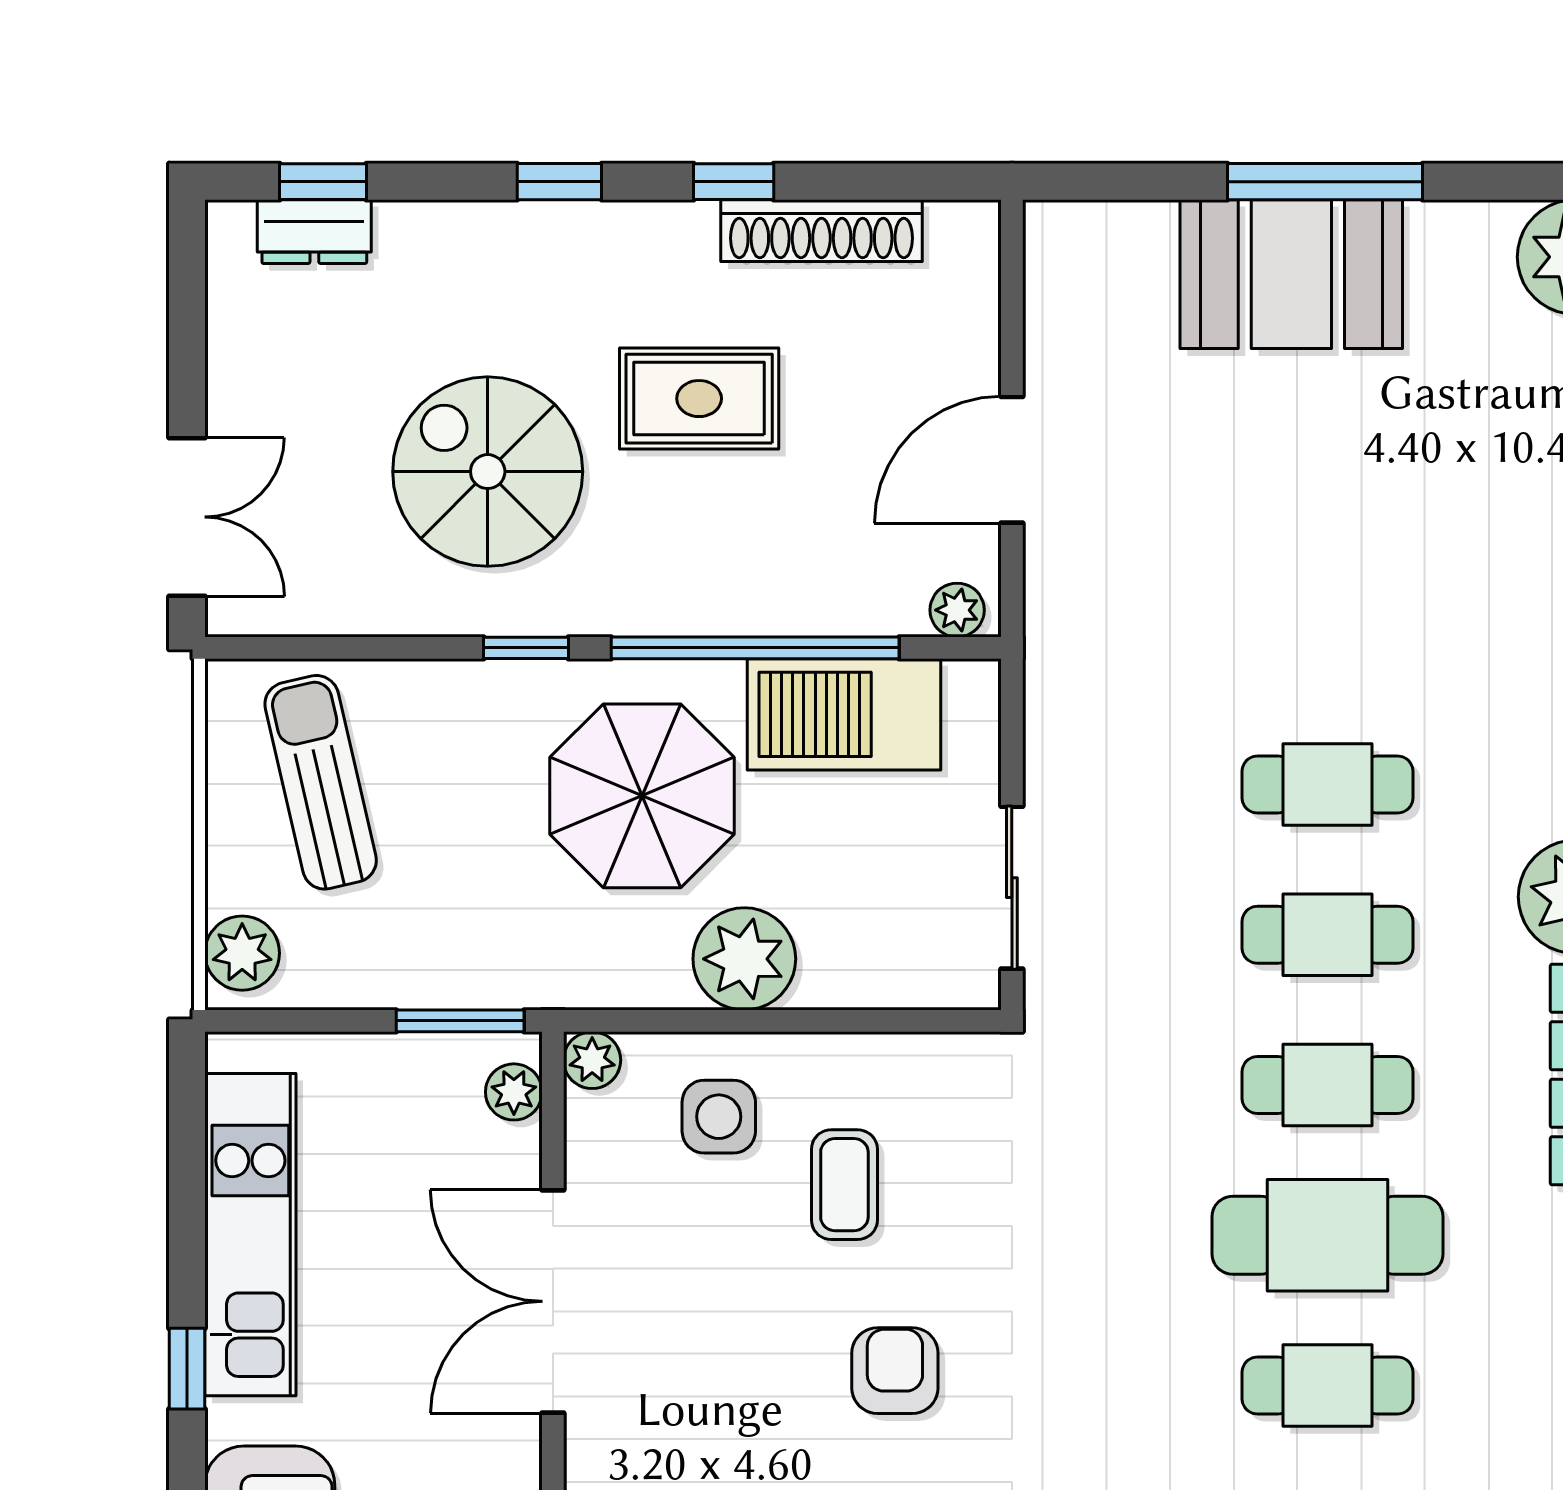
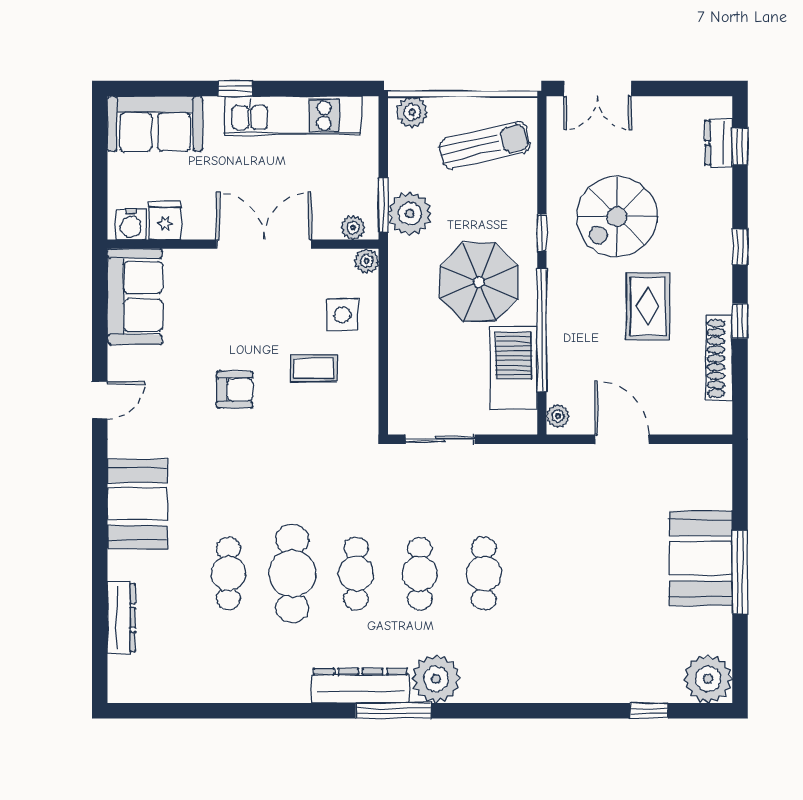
spiral stairs: (488, 472) -> (617, 216), turned 180
plant: (744, 959) -> (410, 214), moved

